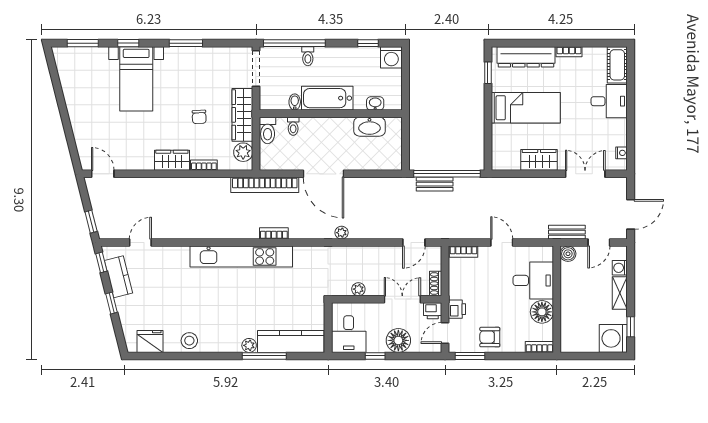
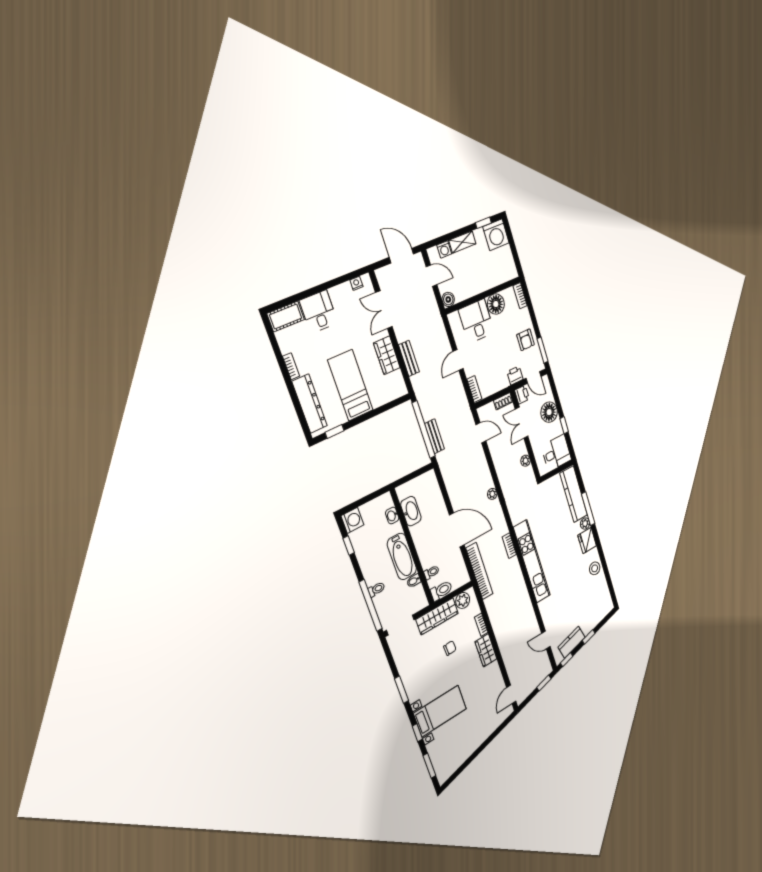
door: (323, 174) -> (457, 530), hinge flipped
bench: (567, 232) -> (409, 358), moved
fridge: (150, 341) -> (587, 540), moved

